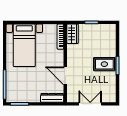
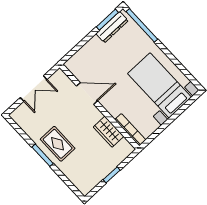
wardrobe: (73, 34) -> (109, 132), moved
rug: (104, 64) -> (58, 144), turned 90
dresser: (52, 98) -> (112, 27), moved

